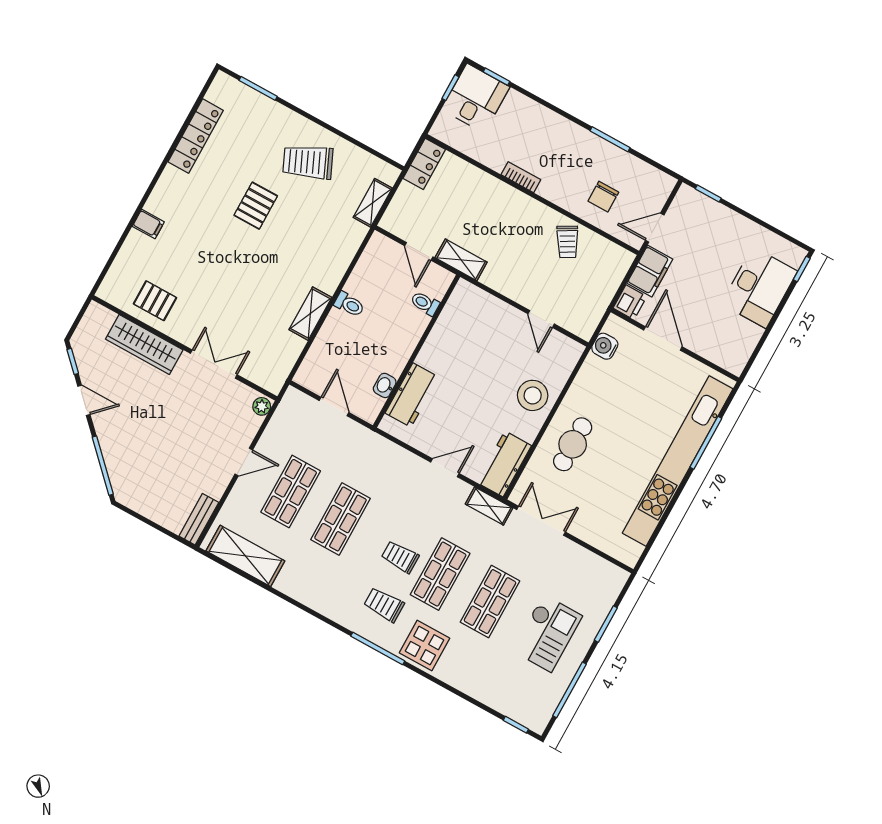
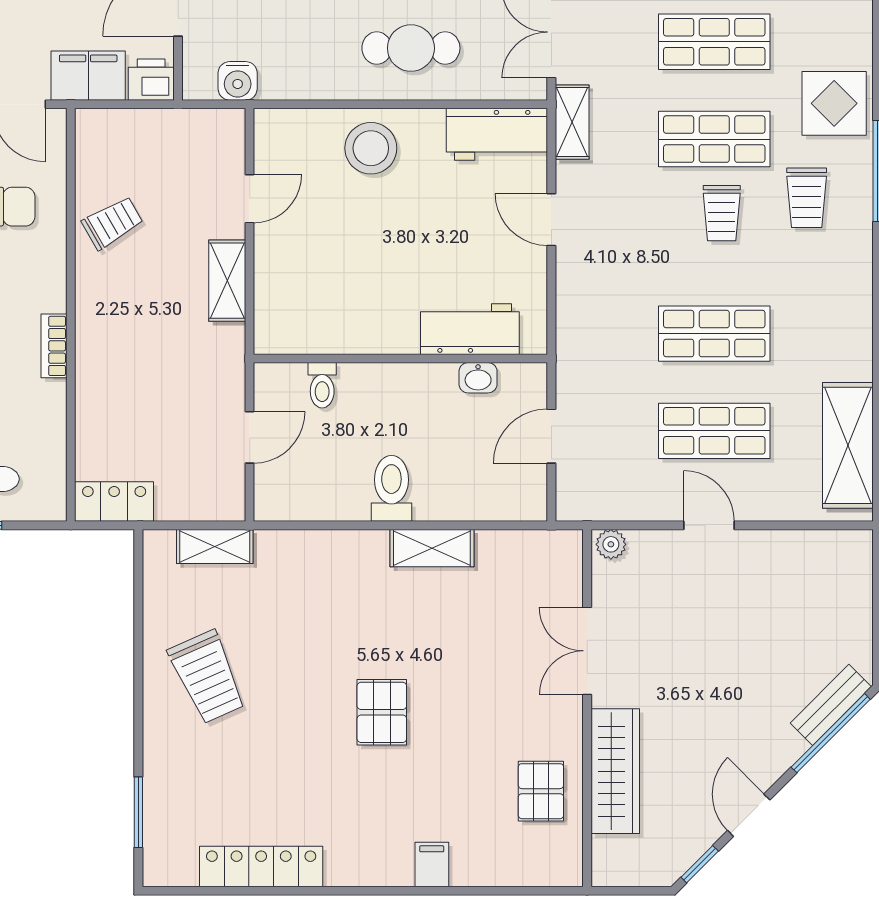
pallet: (256, 206) -> (382, 712), moved, turned 90
shelving: (461, 260) -> (227, 281), moved
toilet: (349, 304) -> (391, 488), width x1.37, depth x1.39
bench: (199, 519) -> (831, 705), moved, turned -45

